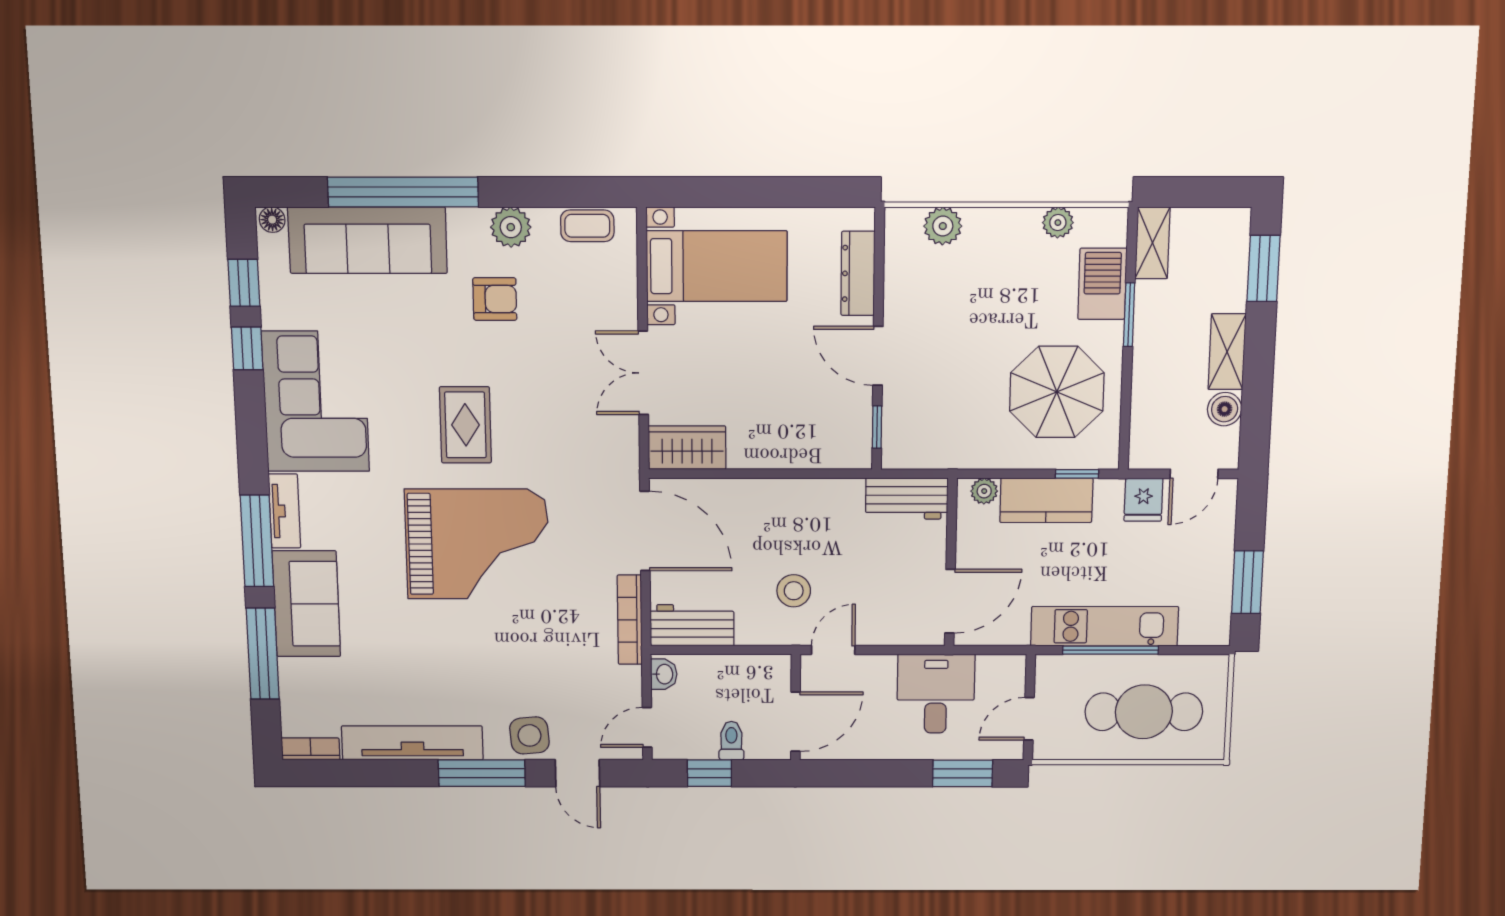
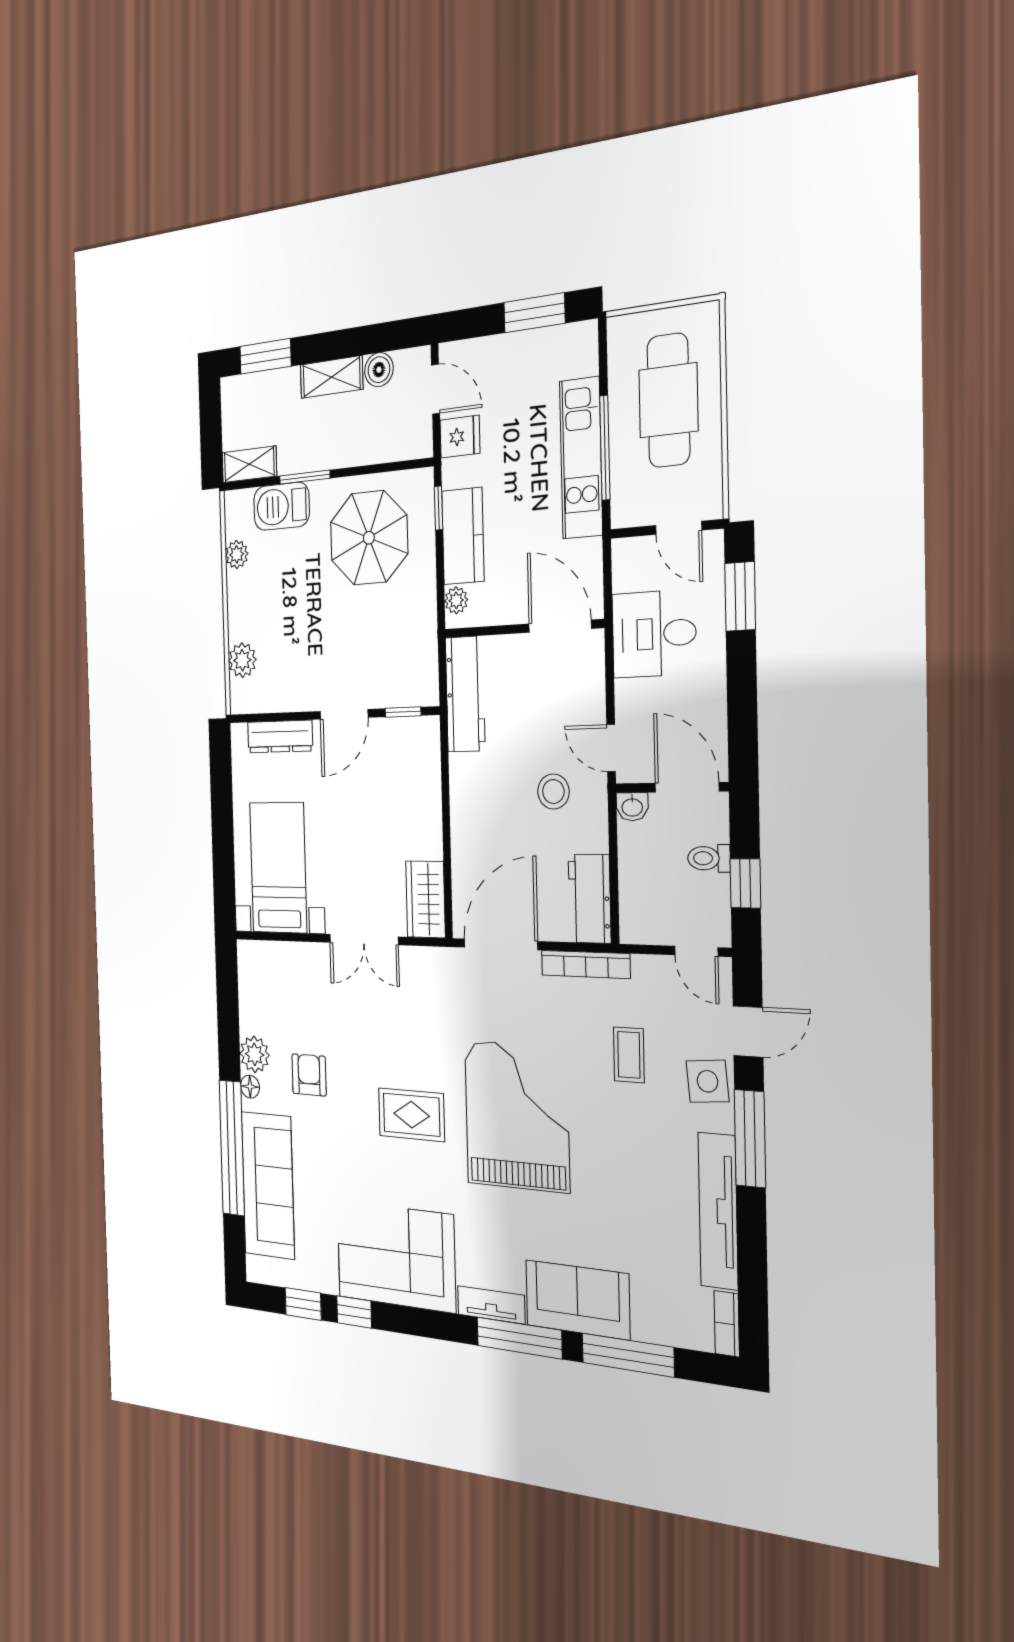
floor lamp: (272, 220) -> (250, 1087), moved
coffee table: (587, 226) -> (629, 1055), moved
workbench: (907, 499) -> (465, 694), width x1.37
washbasin: (664, 674) -> (632, 807), moved, turned 180

